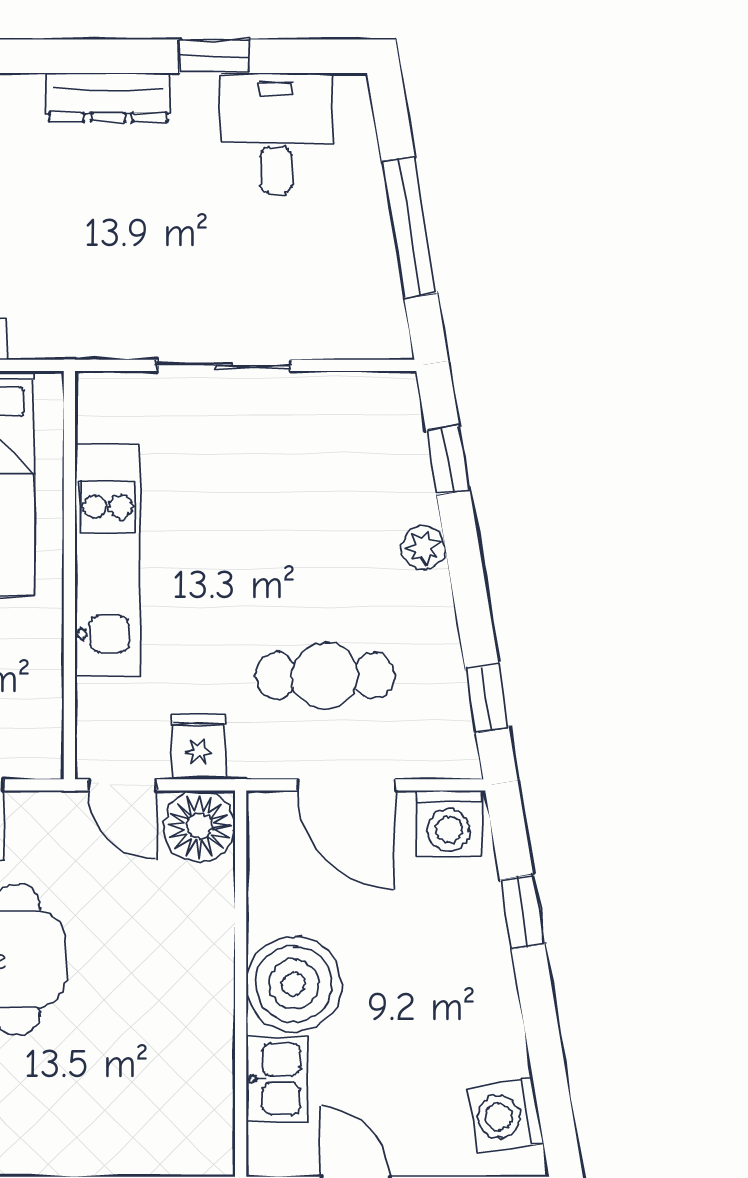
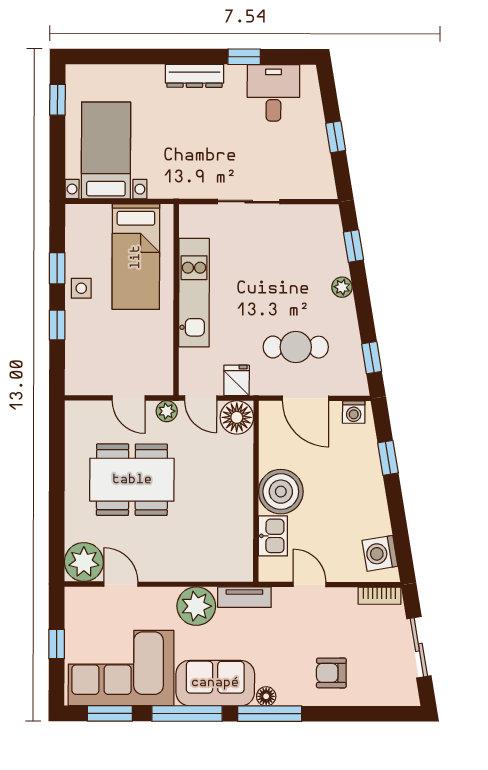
window: (409, 227) -> (336, 137), width x0.46
plant: (50, 813) -> (167, 411), added
washing machine: (449, 823) -> (354, 412), width x0.73, depth x0.73

